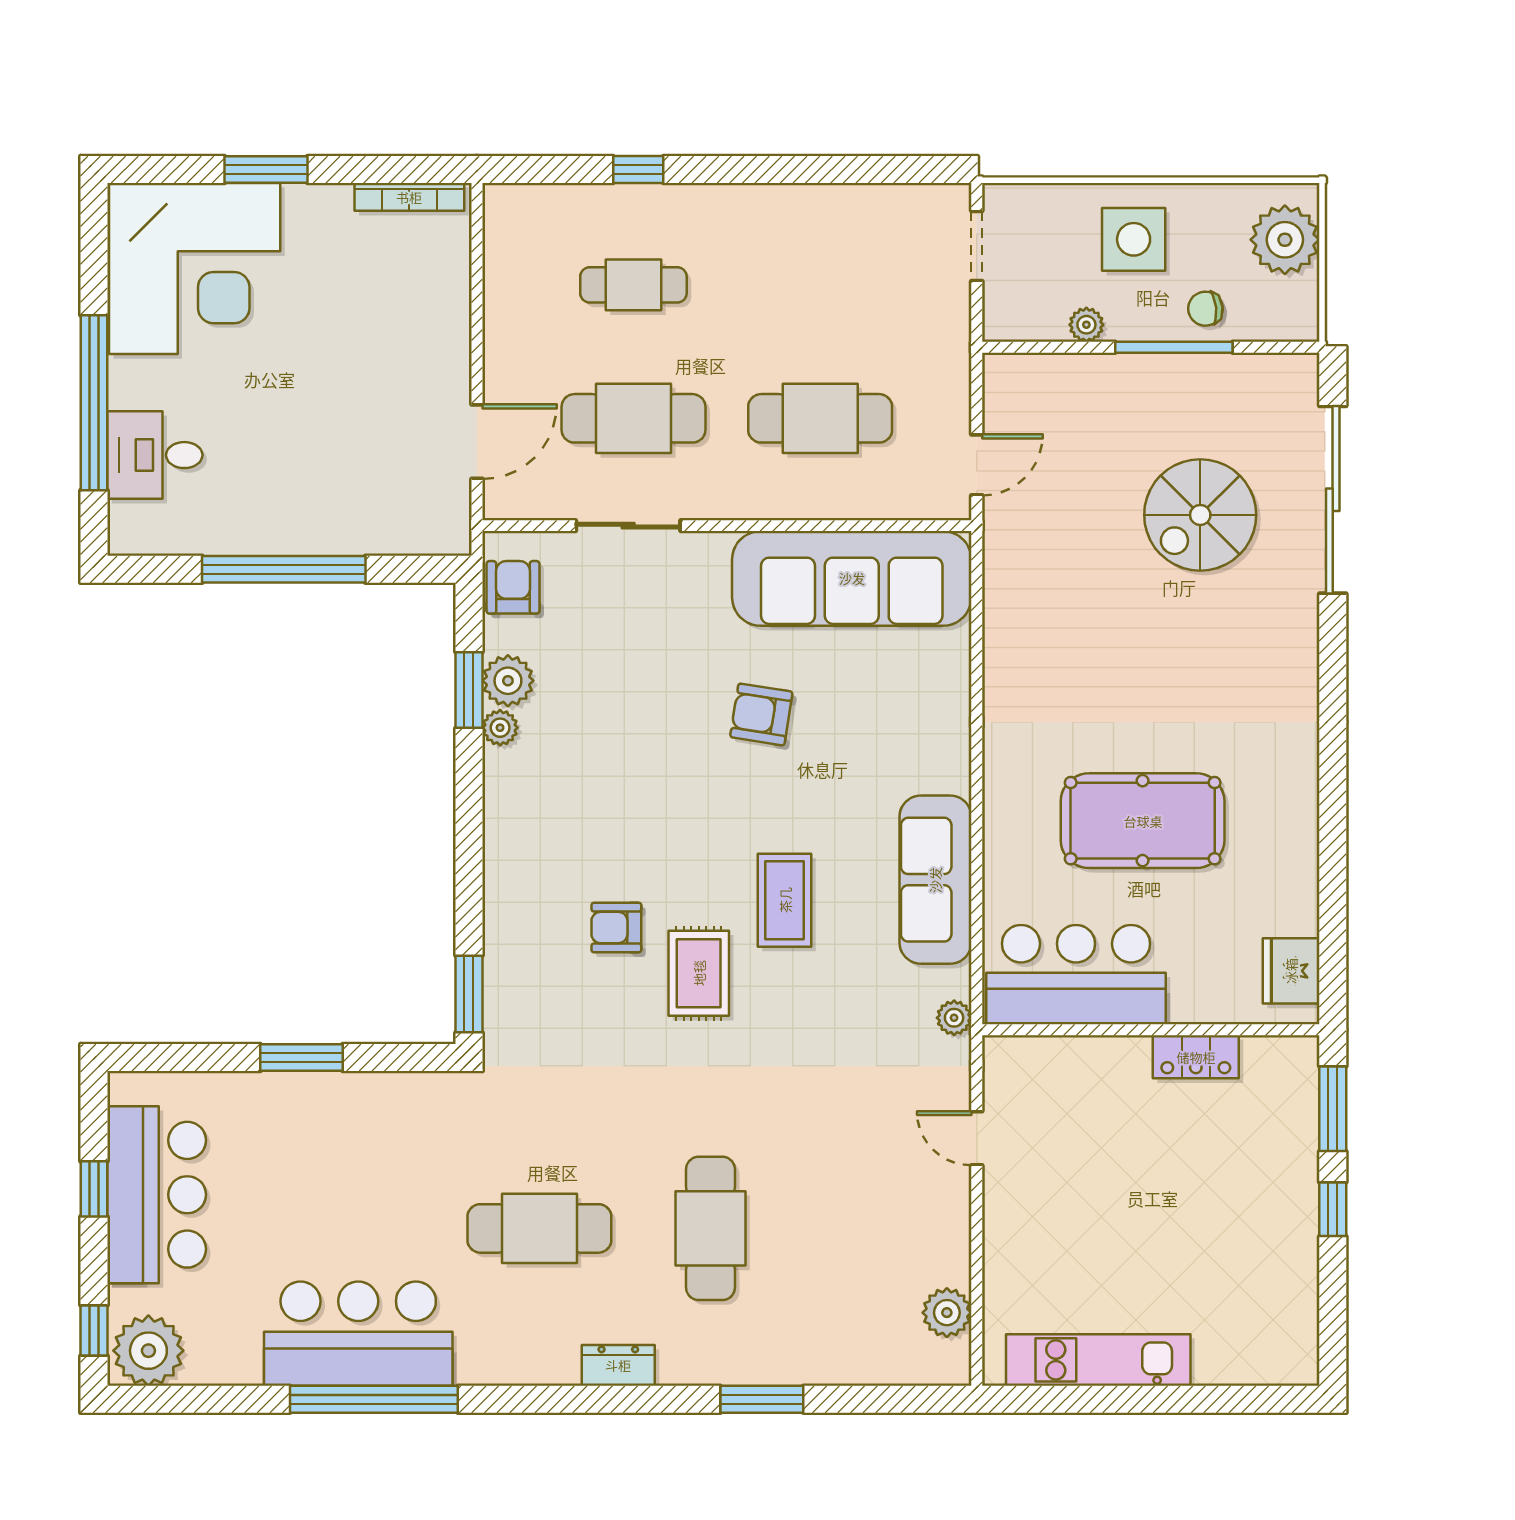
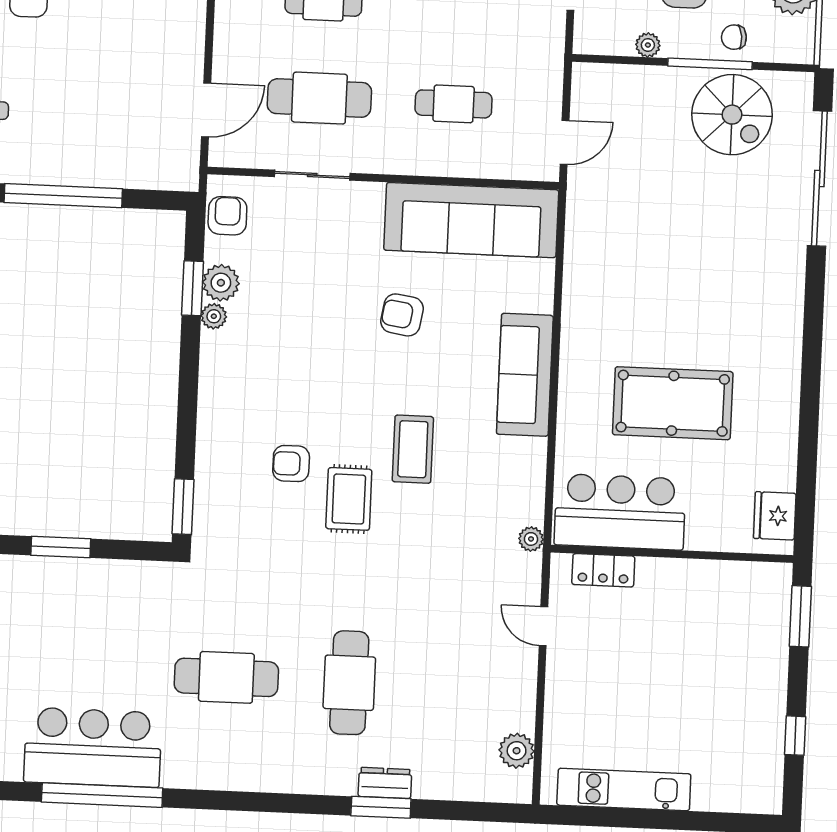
cafe table: (820, 418) -> (454, 104), width x0.73, depth x0.74
spiral stairs: (1200, 515) -> (732, 115), moved, turned -90
sofa: (935, 880) -> (525, 375), moved
locker: (1196, 1057) -> (603, 570), moved
window: (1333, 1209) -> (795, 736), moved
dresser: (618, 1365) -> (385, 783), moved

